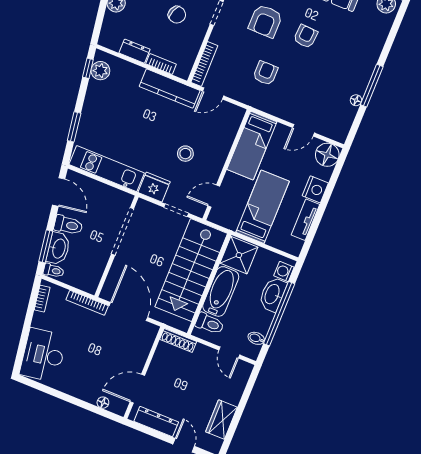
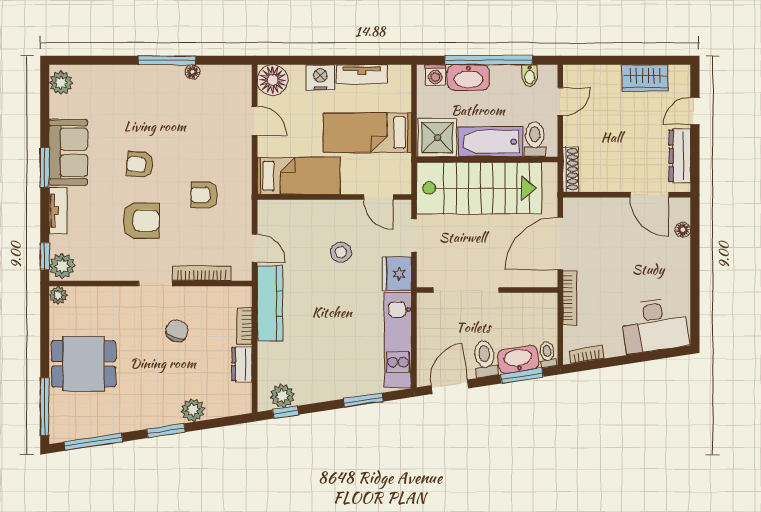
bookcase: (204, 64) -> (202, 273), moved

